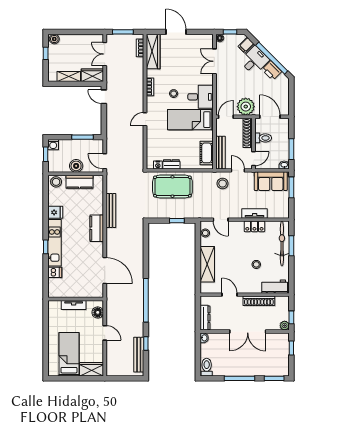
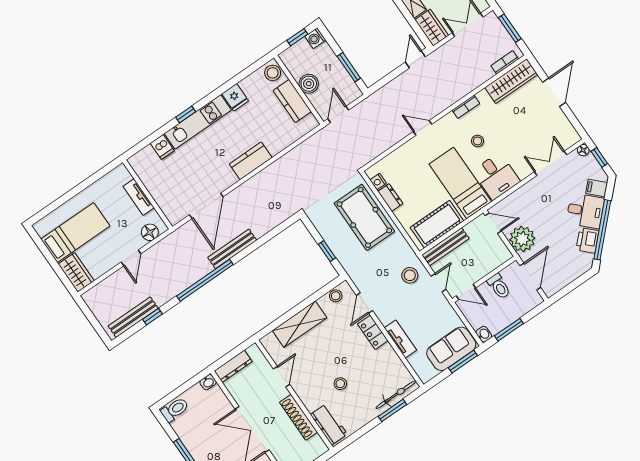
shoe rack: (248, 133) -> (492, 263), removed
cot: (207, 153) -> (437, 224), width x1.37, depth x1.34
sofa: (271, 181) -> (451, 349), moved, turned 90
bench: (111, 210) -> (232, 249), moved
locker: (254, 226) -> (373, 332), moved
bicycle: (282, 244) -> (396, 395), width x0.73, depth x0.71

